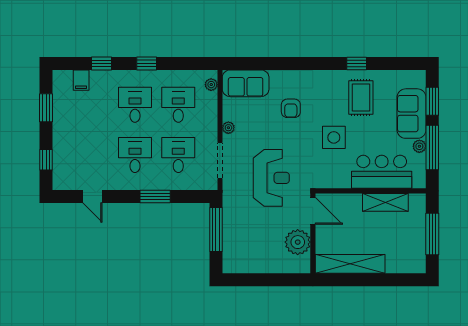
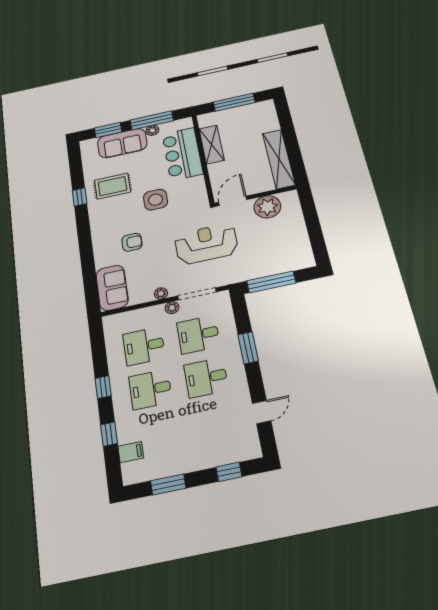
plant: (211, 85) -> (172, 308), moved

